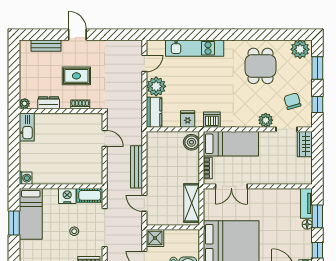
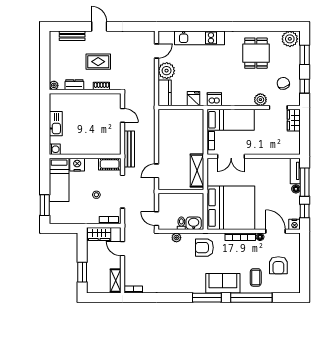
kitchen sink: (27, 127) -> (56, 124), moved
boiler: (191, 142) -> (197, 119), removed
bench: (137, 167) -> (129, 149), moved
nightstand: (67, 196) -> (77, 165), moved
door: (144, 203) -> (157, 171), hinge flipped
window: (317, 216) -> (305, 182), width x1.44
window: (14, 223) -> (45, 205), moved
shower: (155, 238) -> (166, 201), removed

